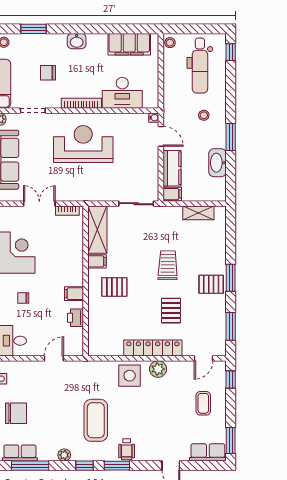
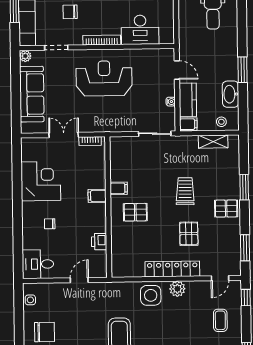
stool: (204, 115) -> (221, 122), moved
water cooler: (154, 118) -> (171, 102), moved
shelving: (97, 230) -> (119, 159), removed
window: (231, 278) -> (244, 187), moved
filing cabinet: (74, 294) -> (97, 196), moved

